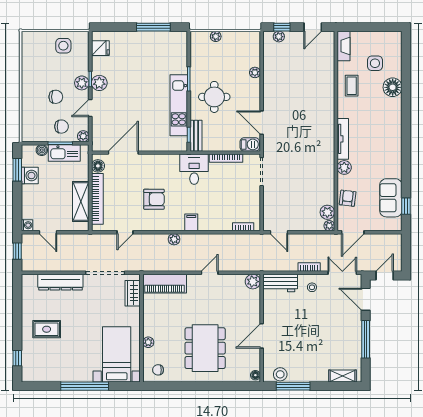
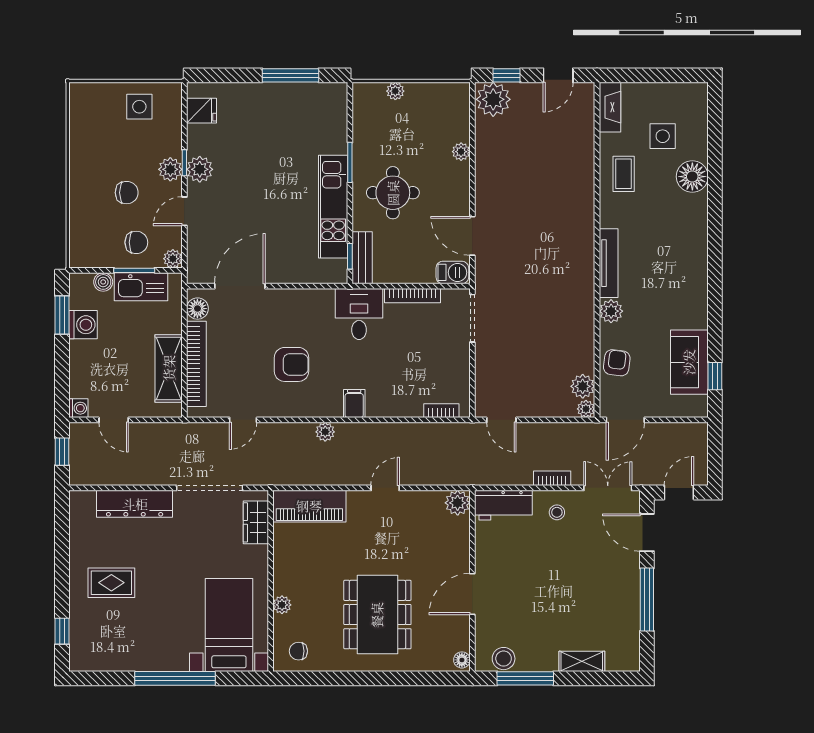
plant: (279, 37) -> (493, 99), width x1.88, depth x1.88
shelving: (342, 376) -> (582, 661), moved

